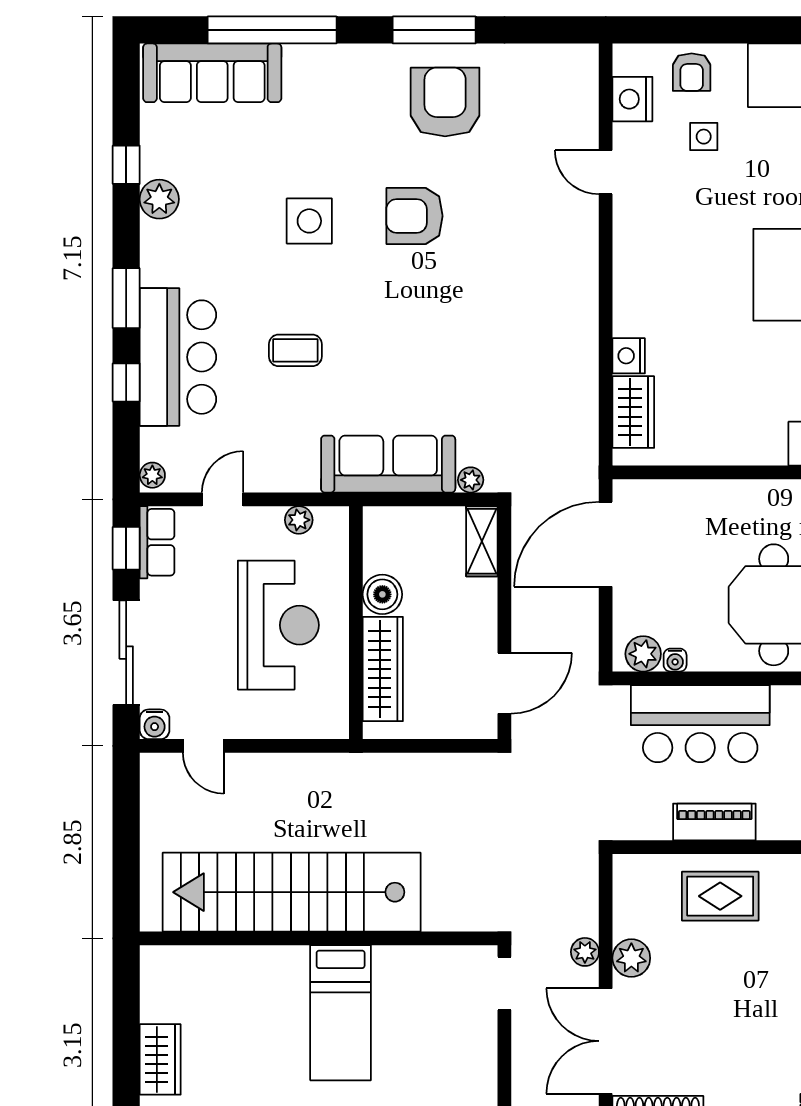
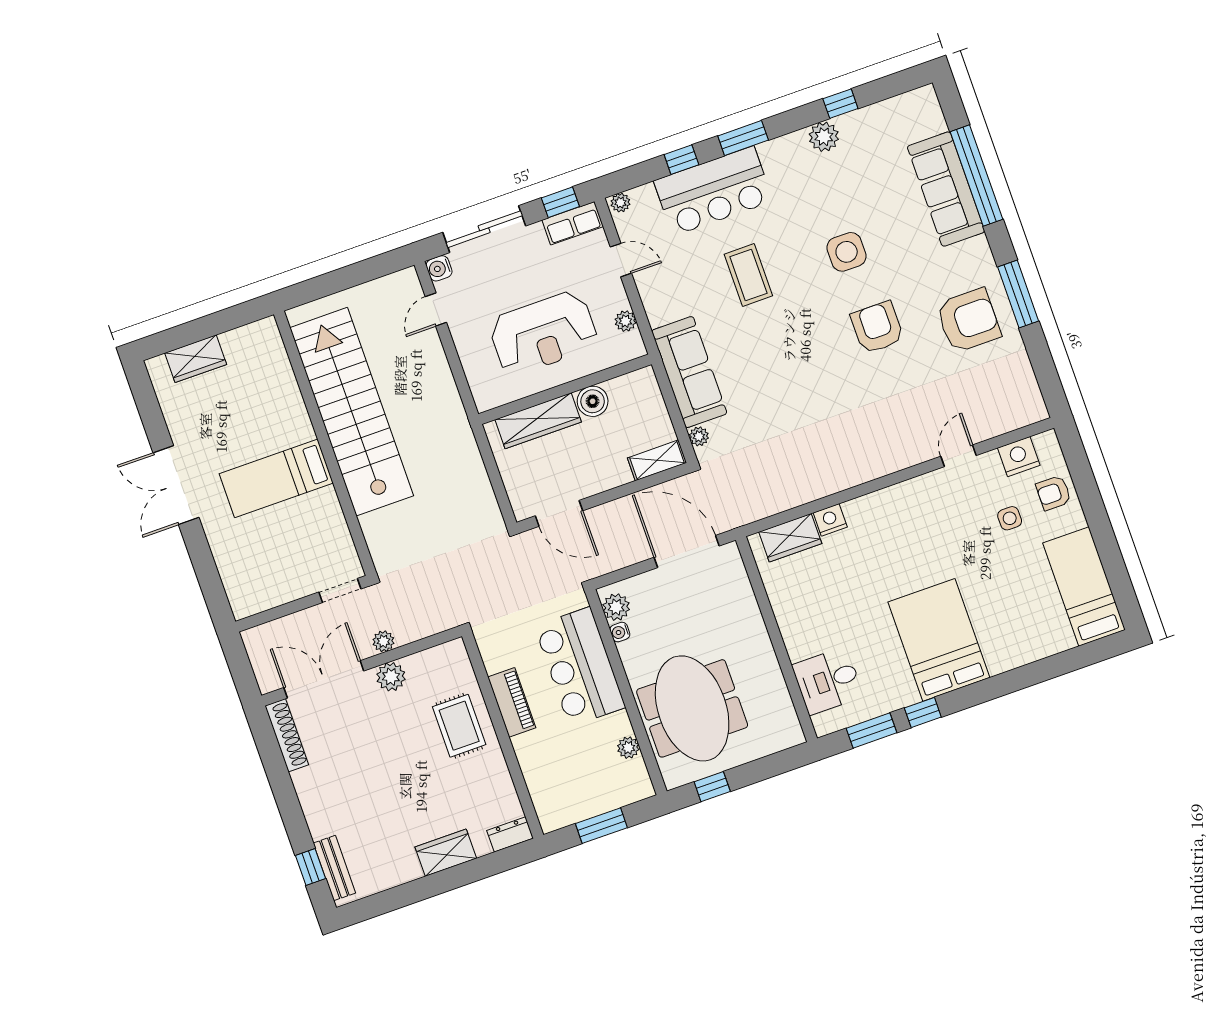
sofa: (212, 73) -> (946, 189), moved
coffee table: (295, 350) -> (748, 275), width x1.36, depth x1.30

